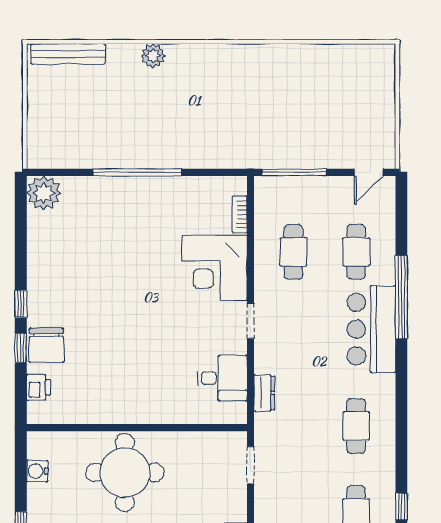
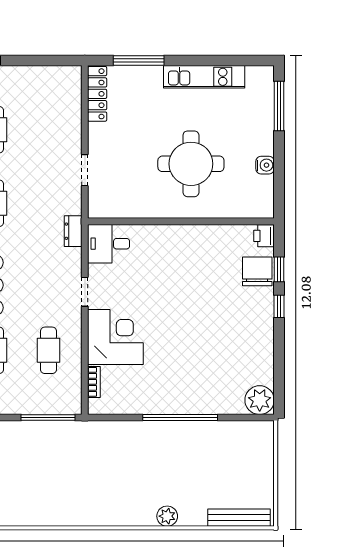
wall: (137, 428) -> (181, 221), moved

